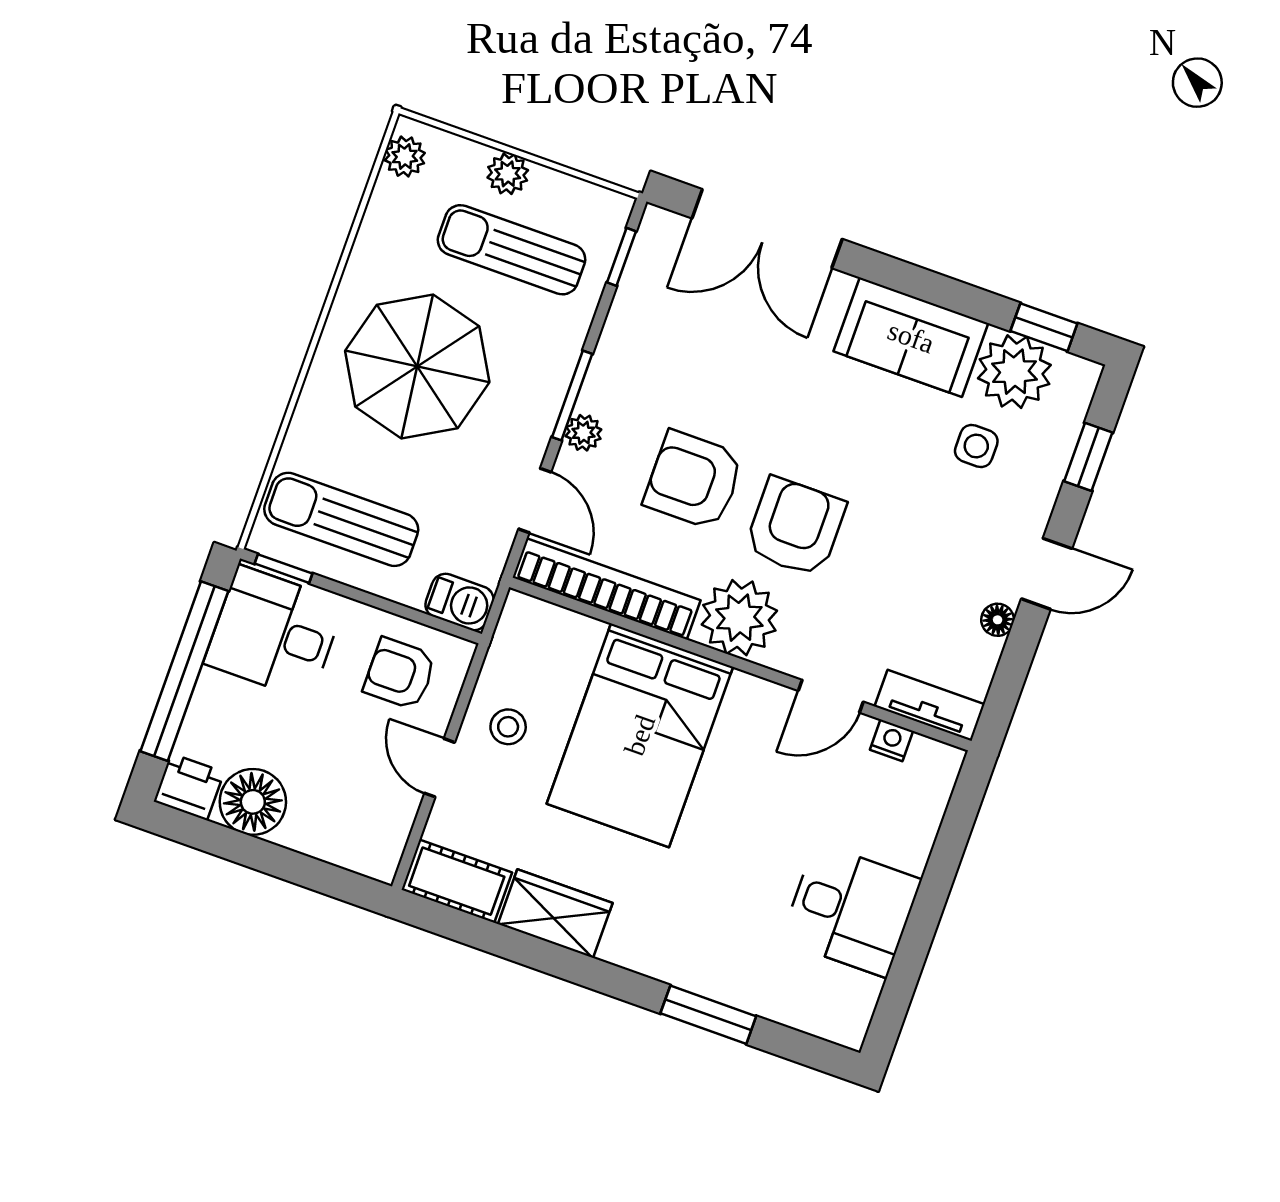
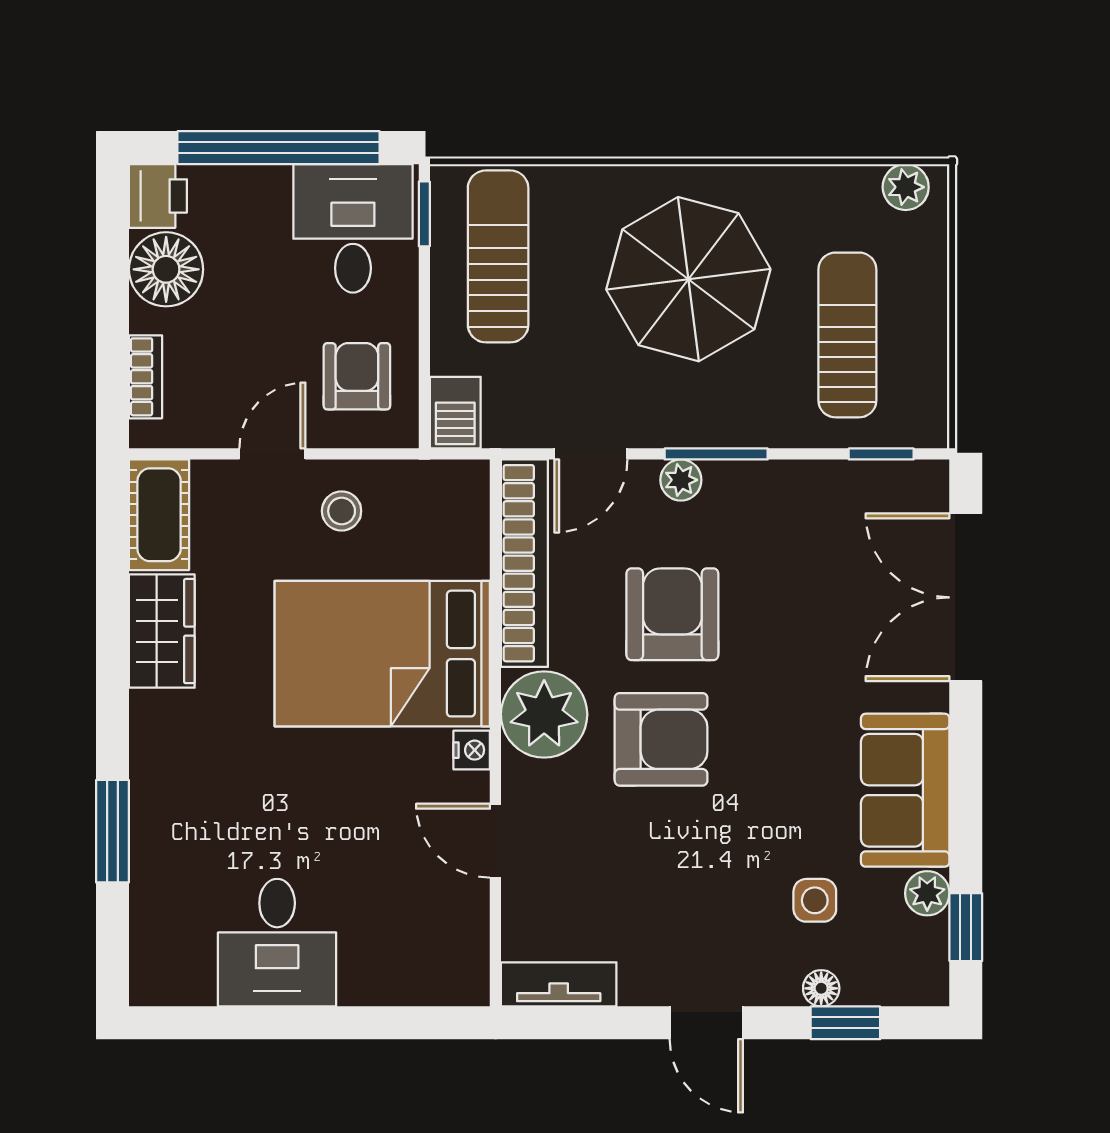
plant: (508, 174) -> (926, 302), removed
plant: (1014, 372) -> (927, 893), width x0.53, depth x0.53
floor lamp: (998, 620) -> (821, 988), moved
tv unit: (930, 705) -> (559, 984), moved, turned -90
nightstand: (892, 740) -> (472, 750), moved
bookcase: (337, 851) -> (146, 377), added

